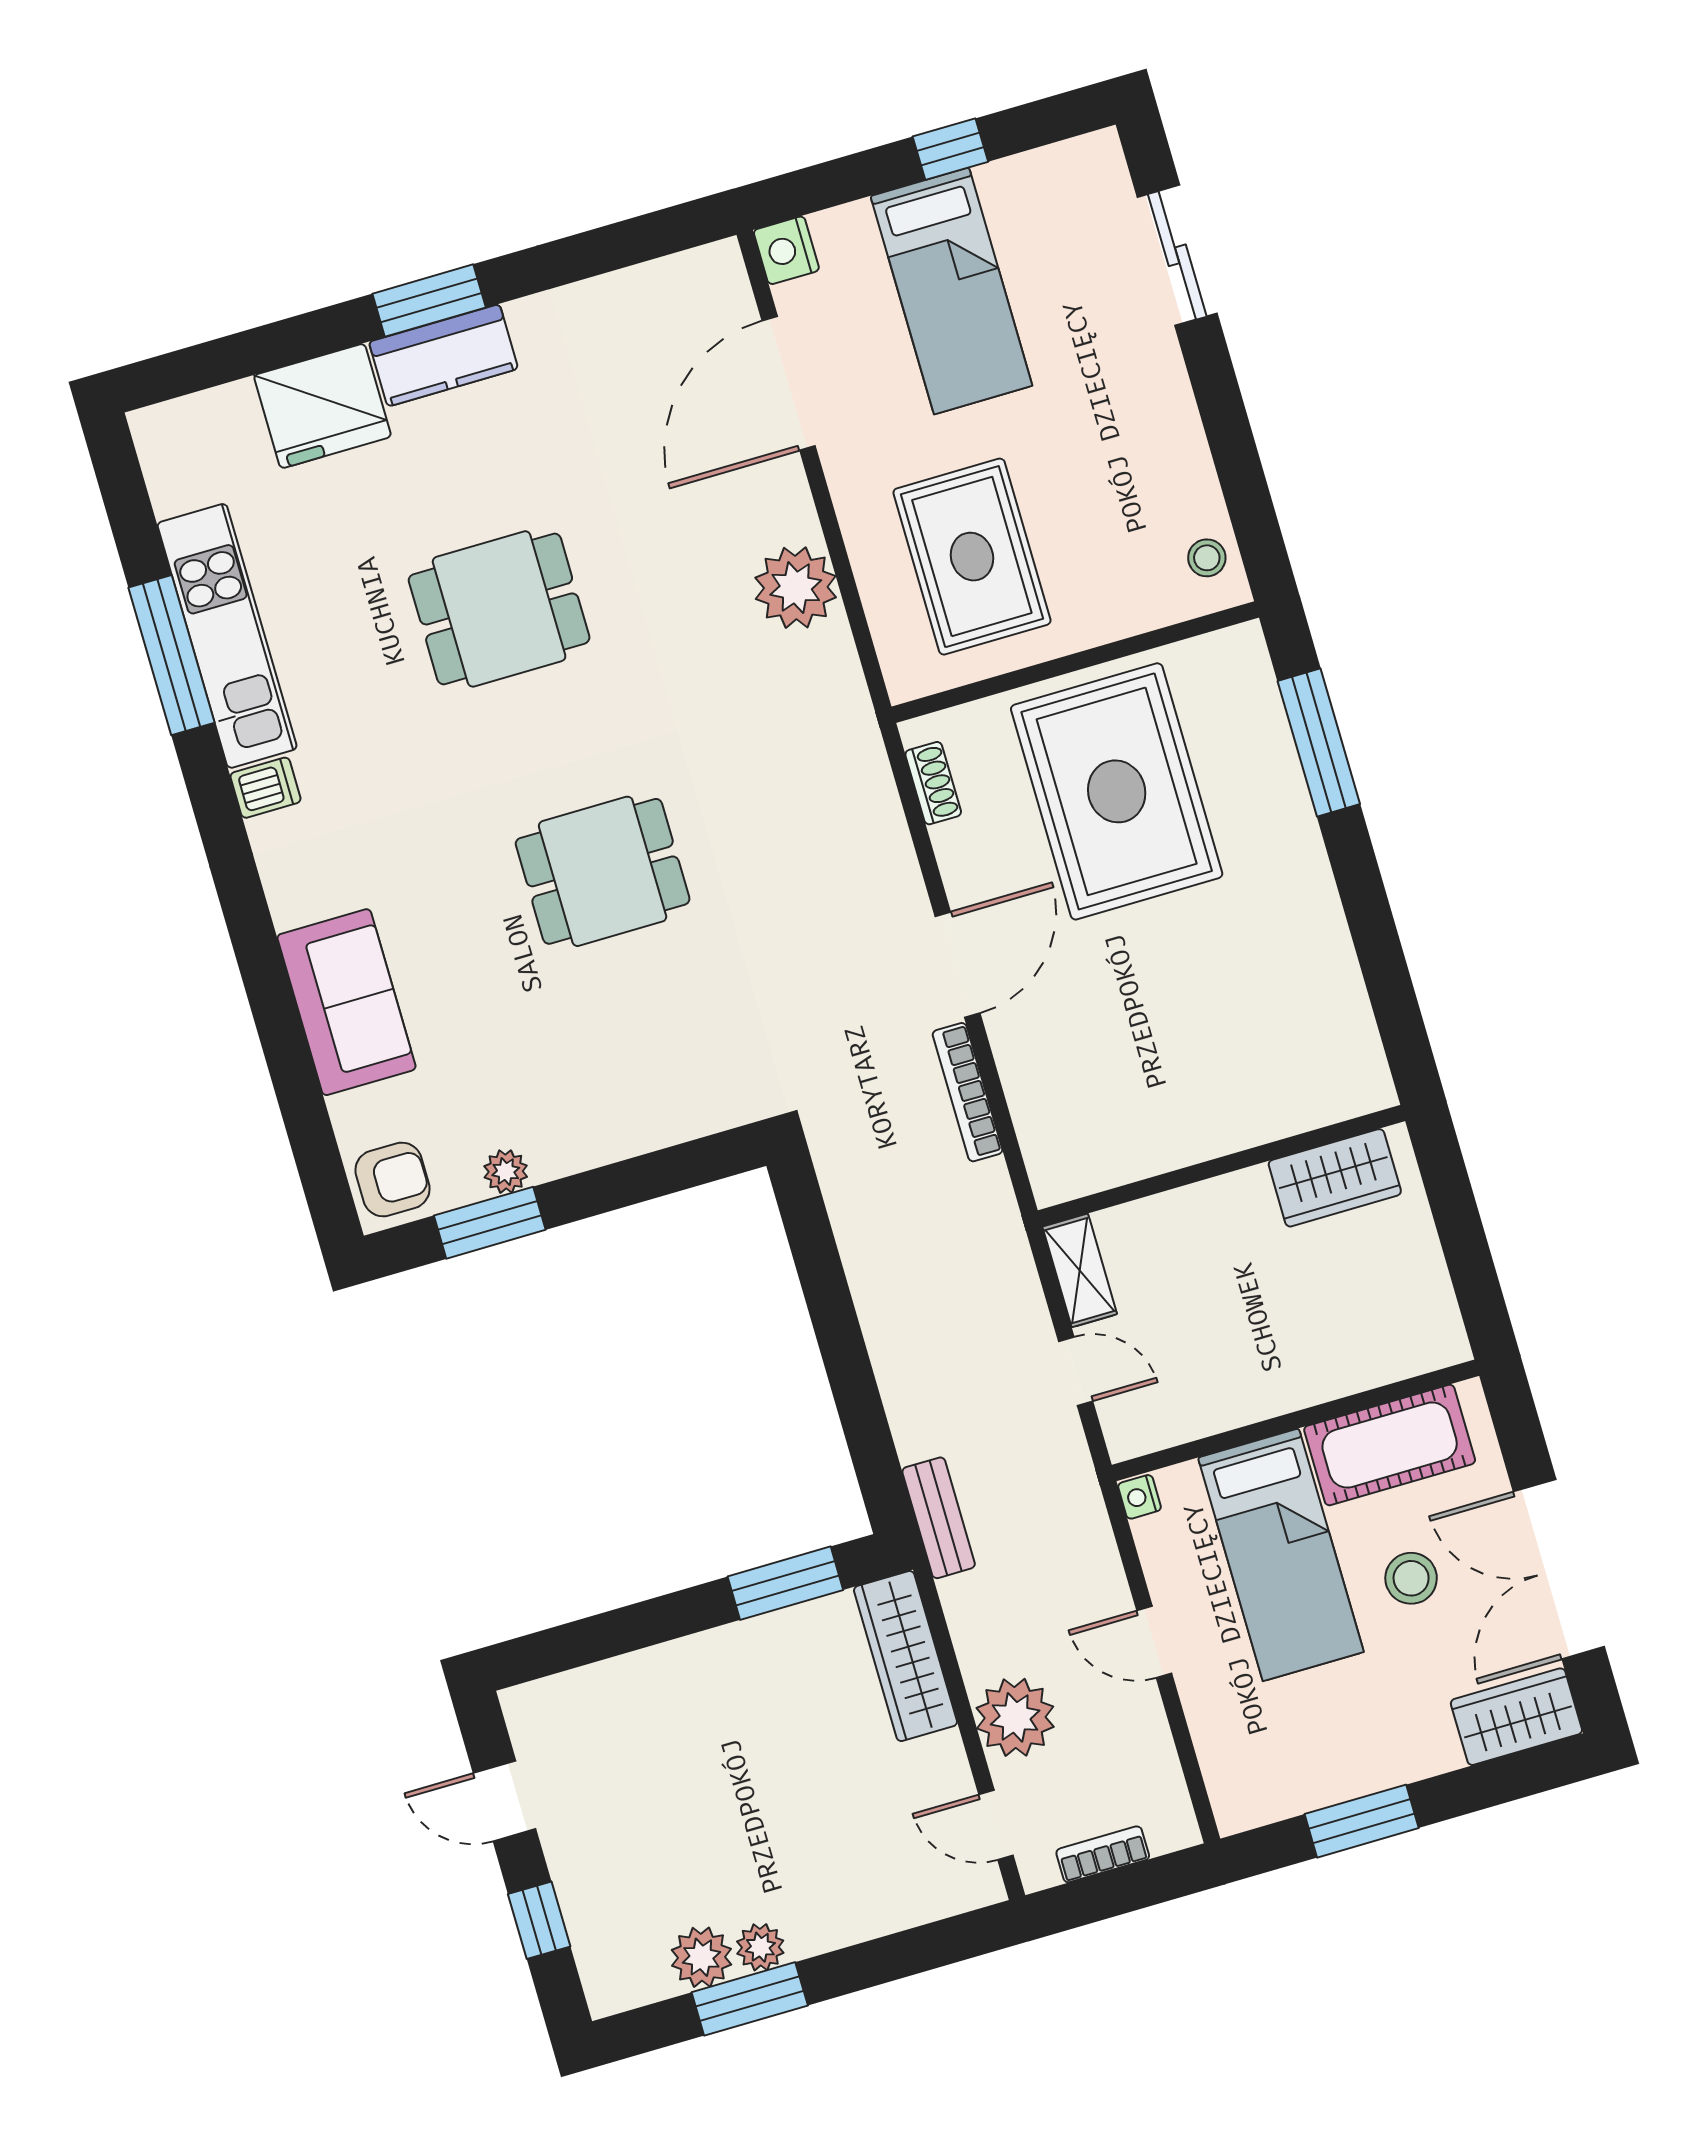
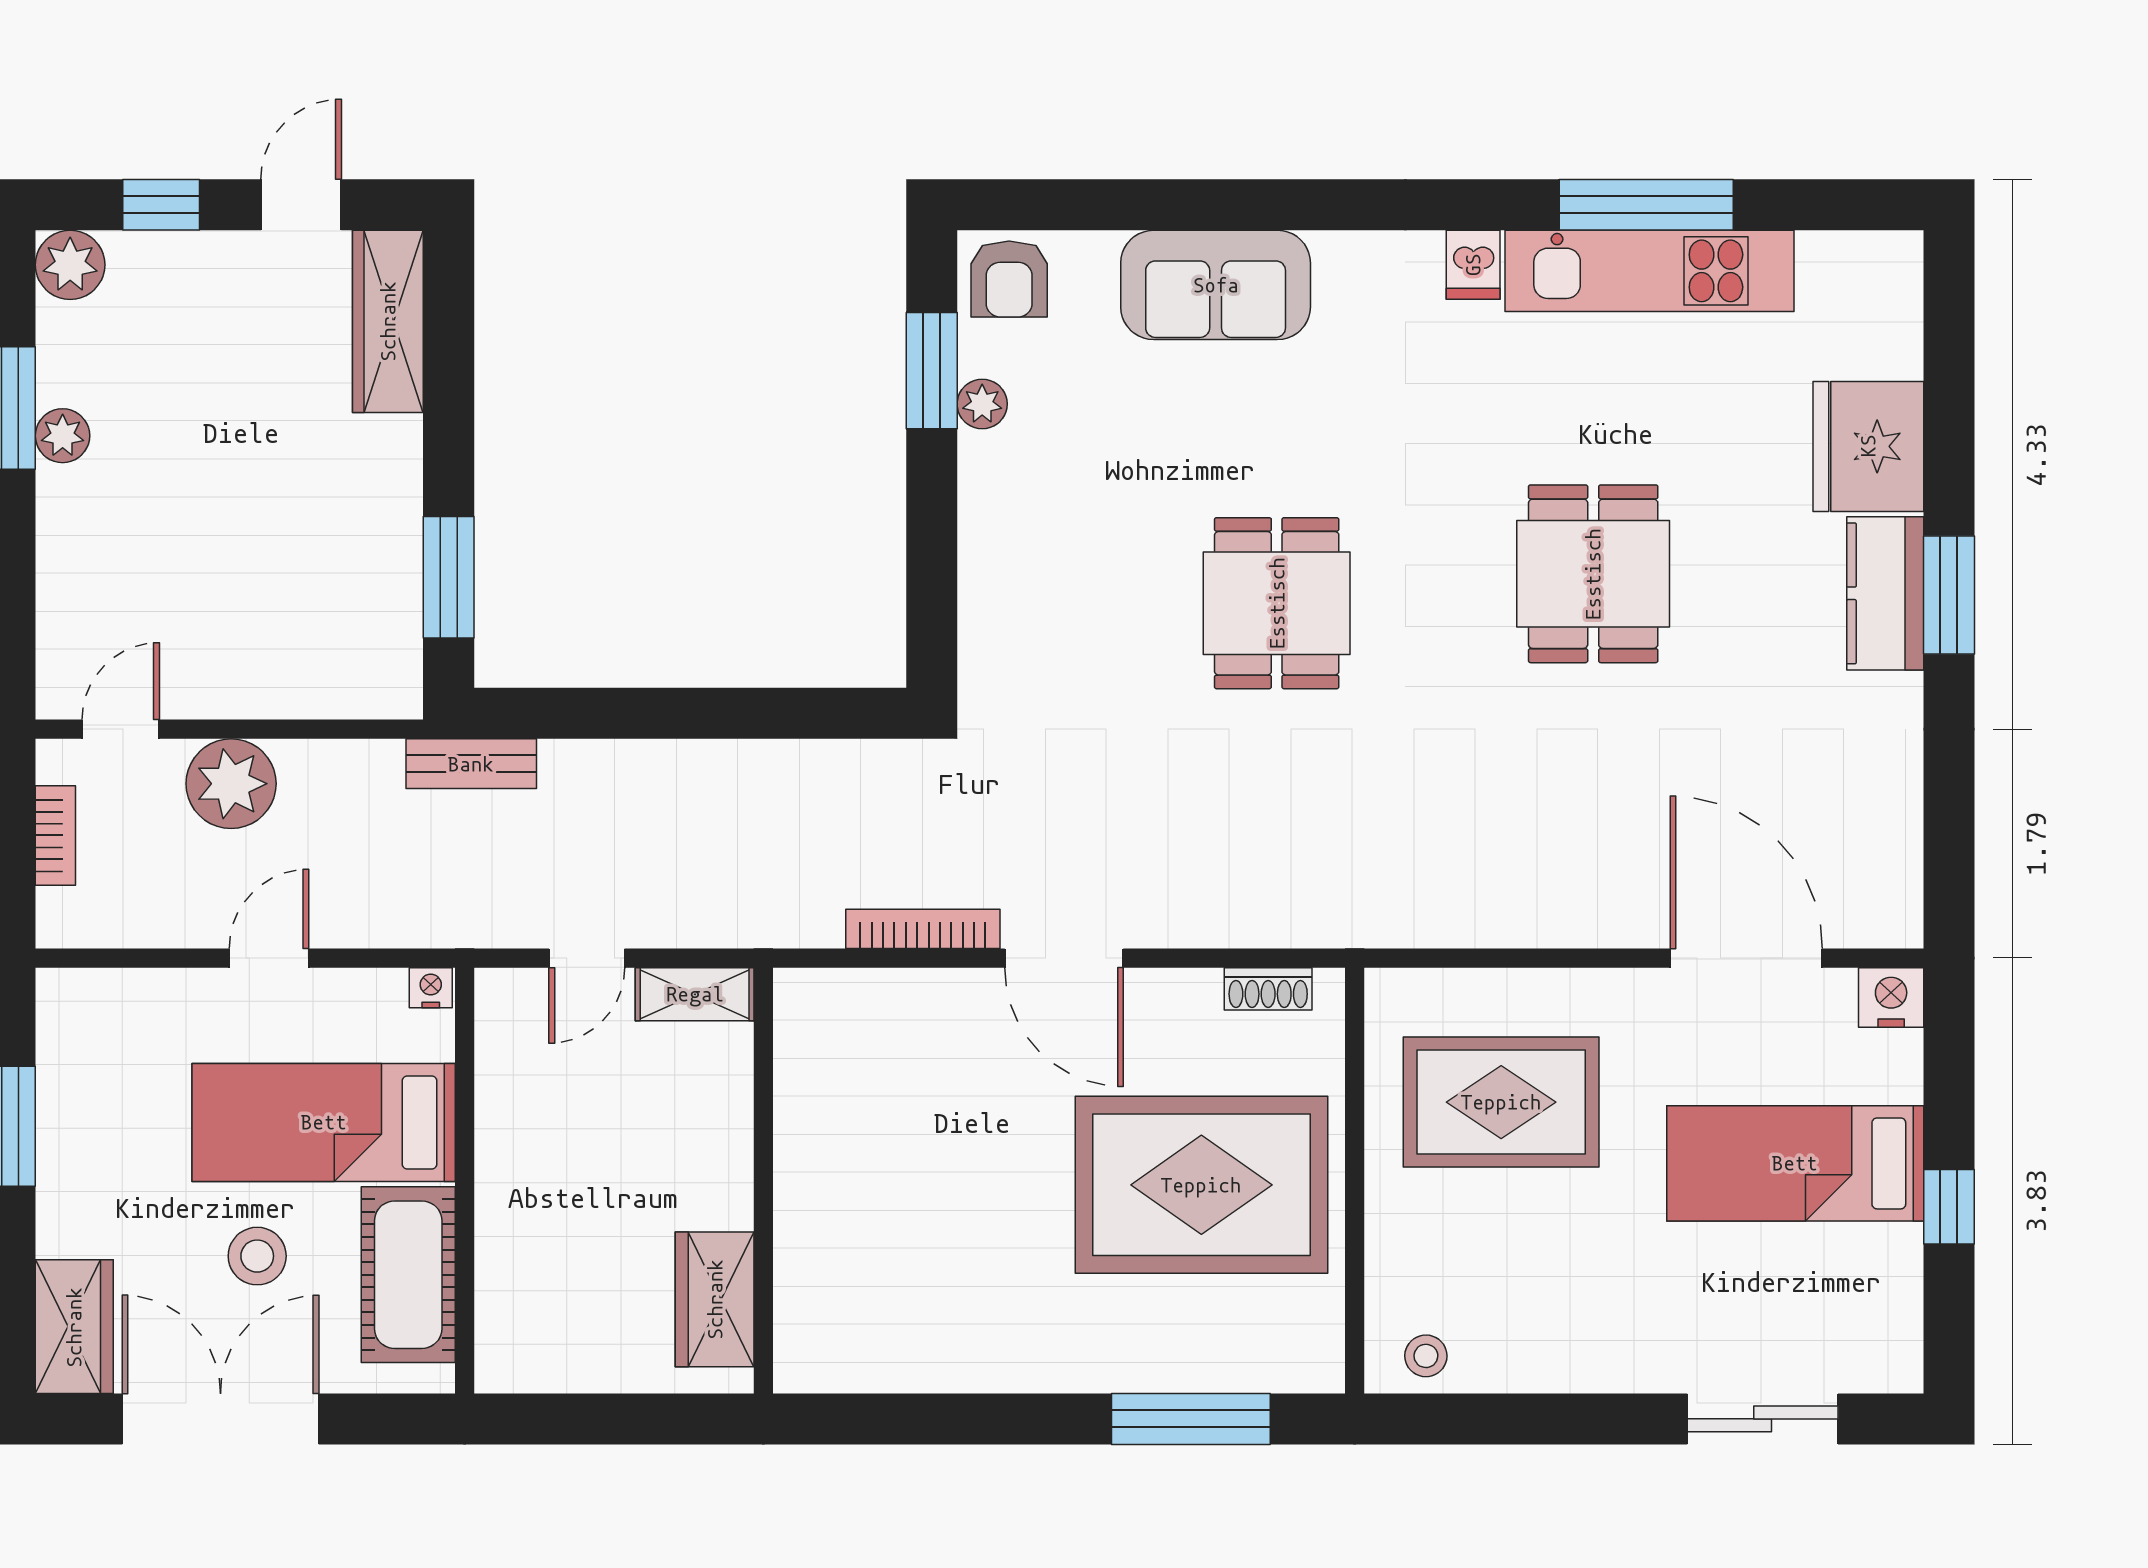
plant: (796, 588) -> (1523, 902), removed
wardrobe: (906, 1656) -> (388, 321), moved, turned -90
plant: (701, 1957) -> (70, 265), moved

